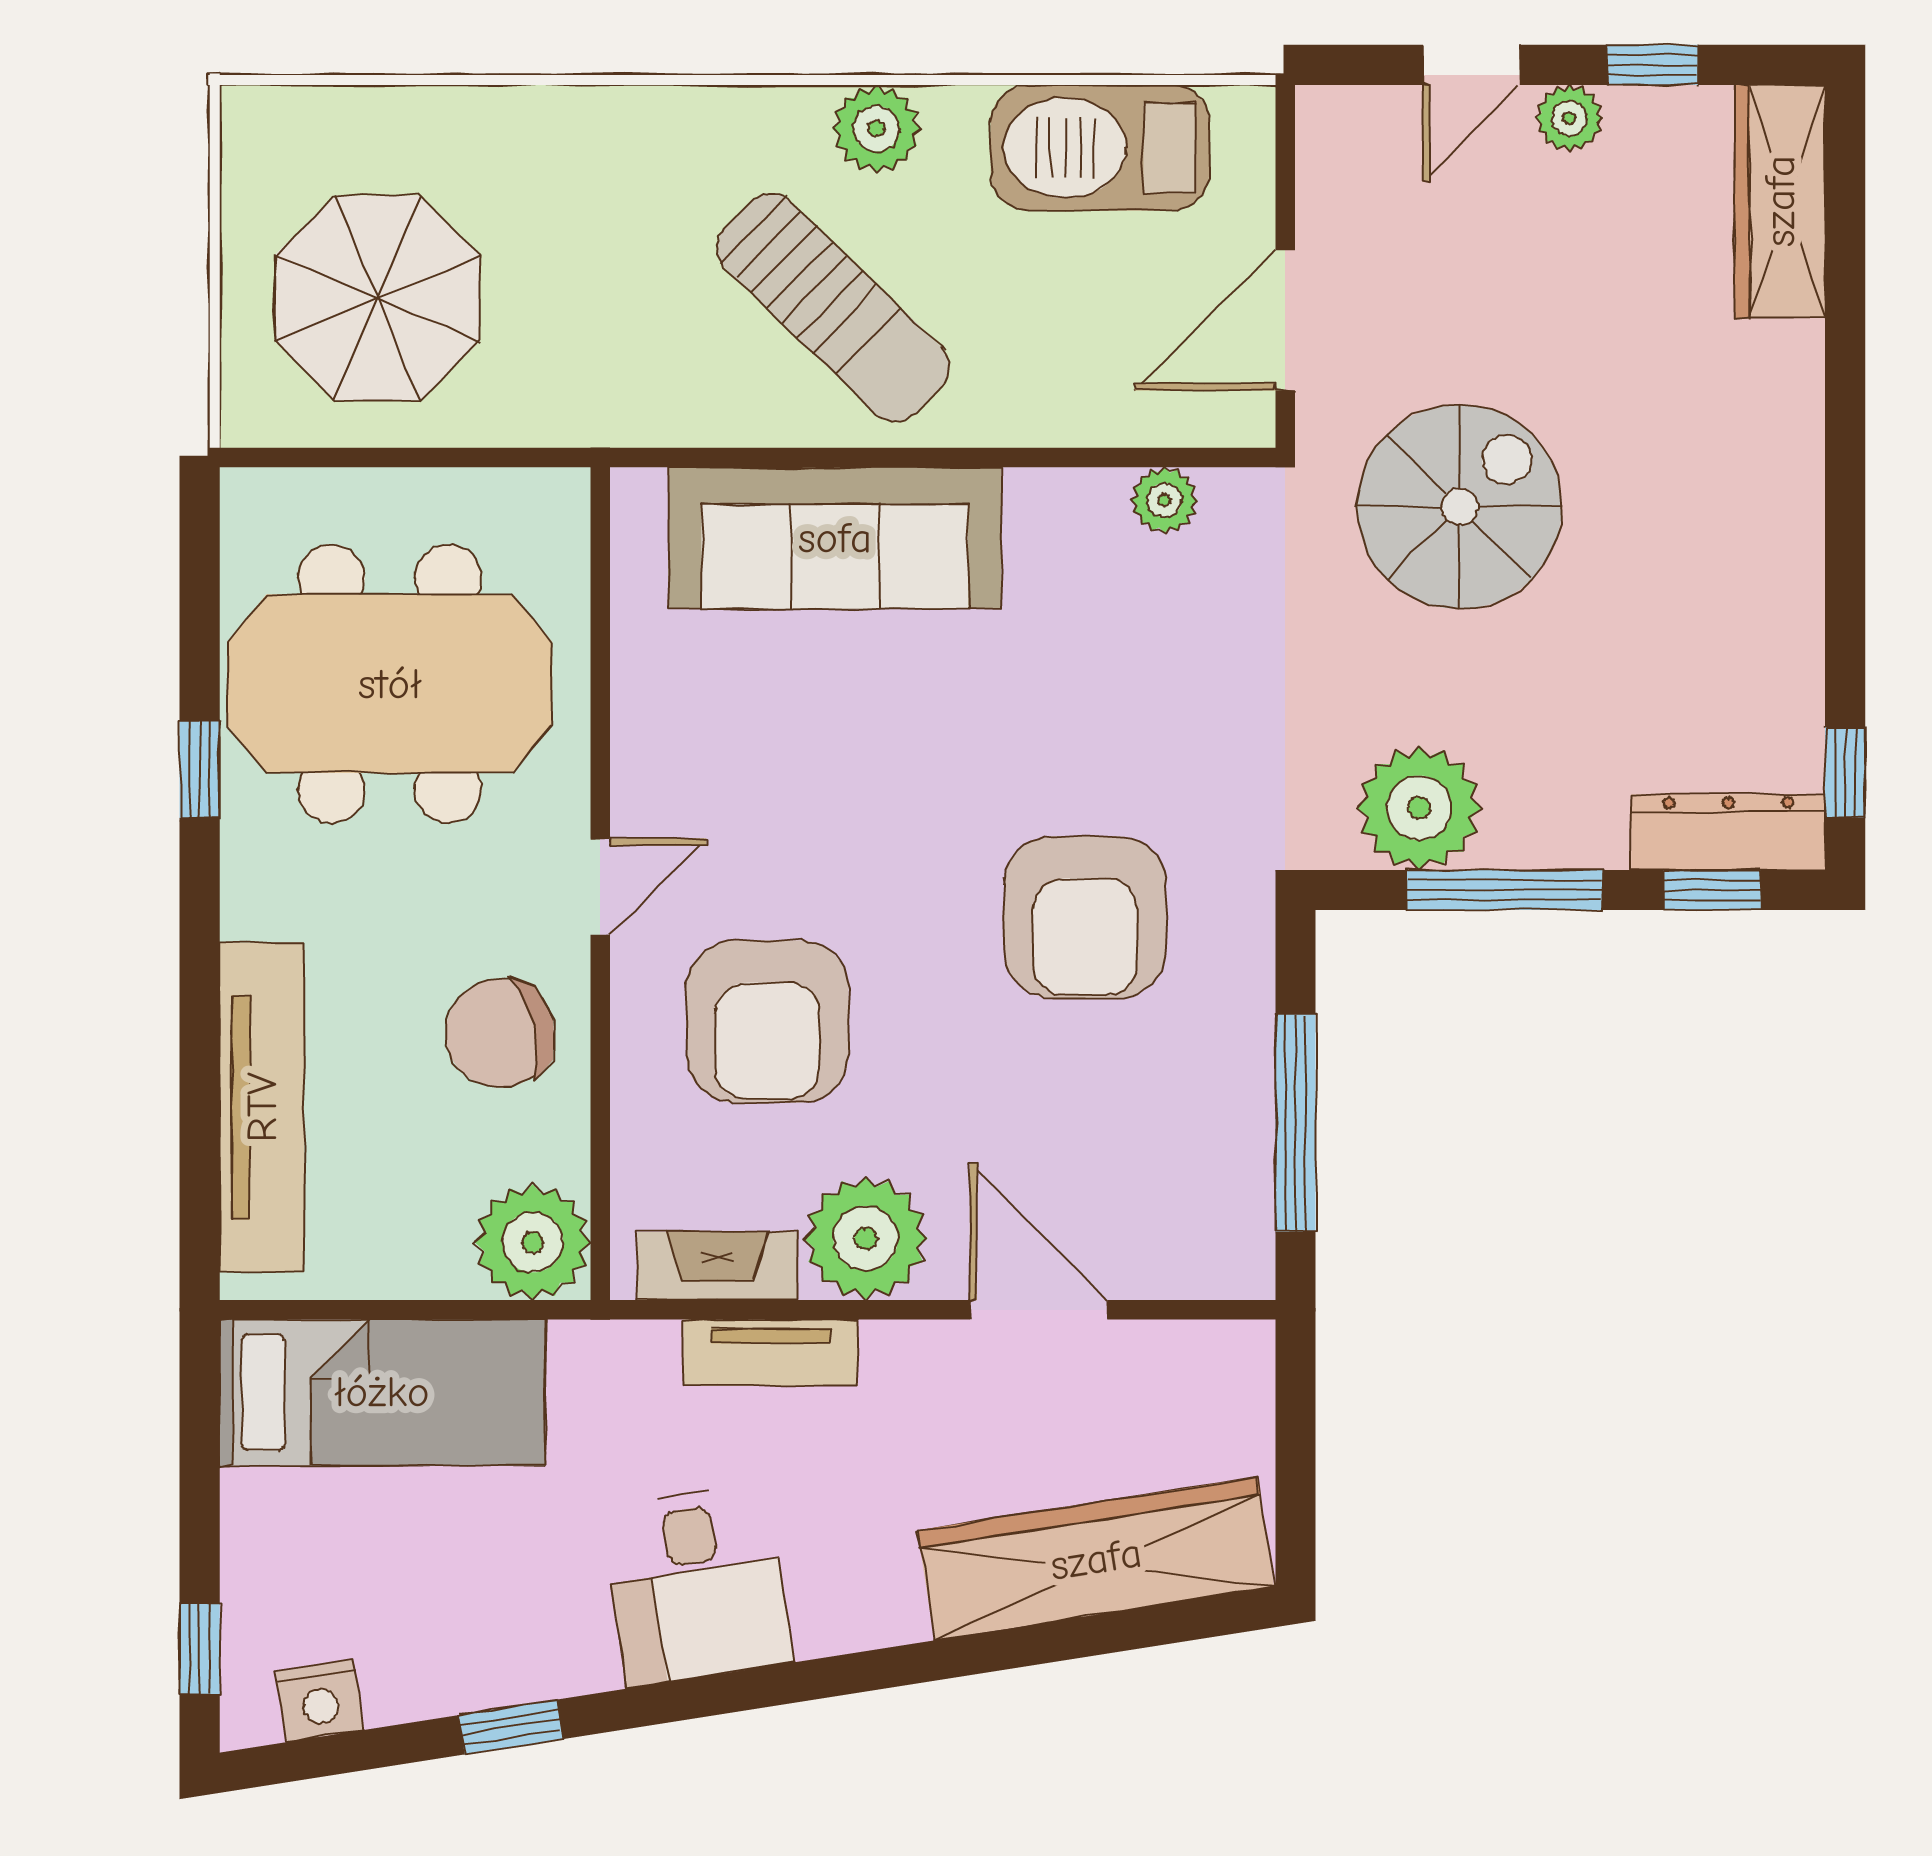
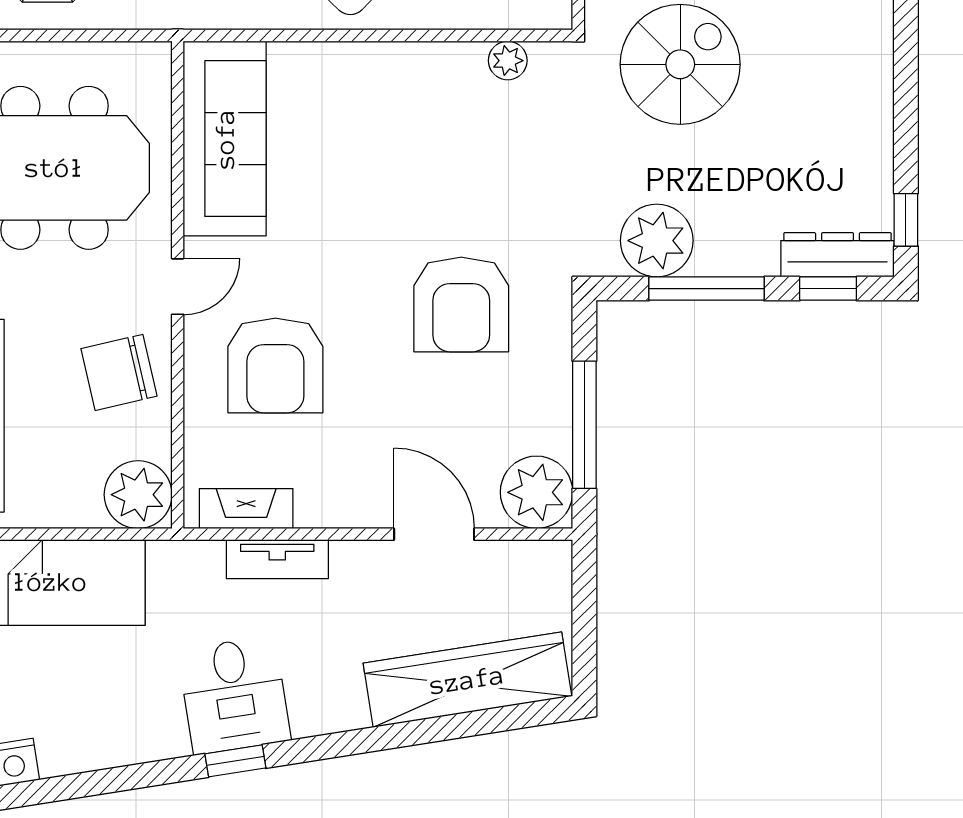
sofa: (835, 538) -> (225, 139), moved, turned -90
plant: (866, 1238) -> (537, 492), moved
window: (511, 1727) -> (235, 761), moved

